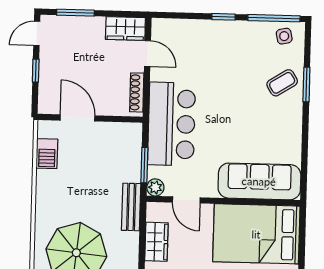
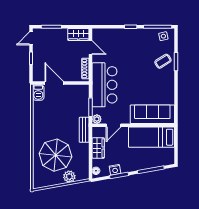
barbecue: (47, 154) -> (38, 93), moved
door: (186, 200) -> (113, 125), hinge flipped
bed: (256, 234) -> (151, 137), width x0.67

